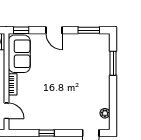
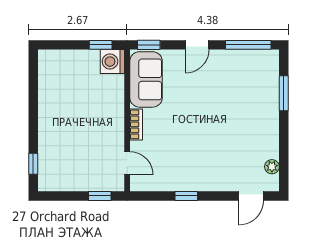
door: (54, 30) -> (197, 45), hinge flipped
window: (89, 30) -> (248, 45), width x1.44

